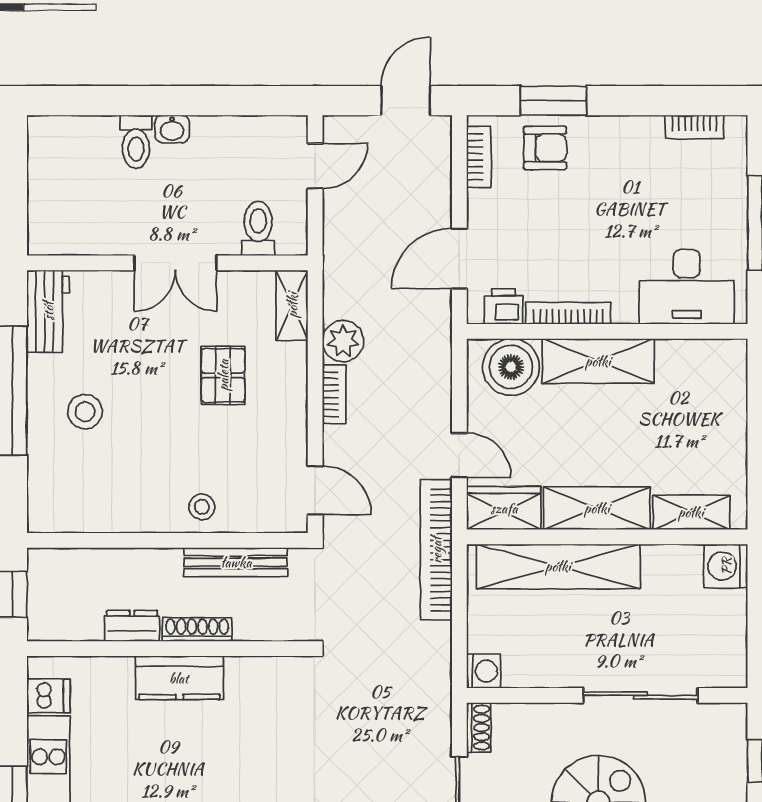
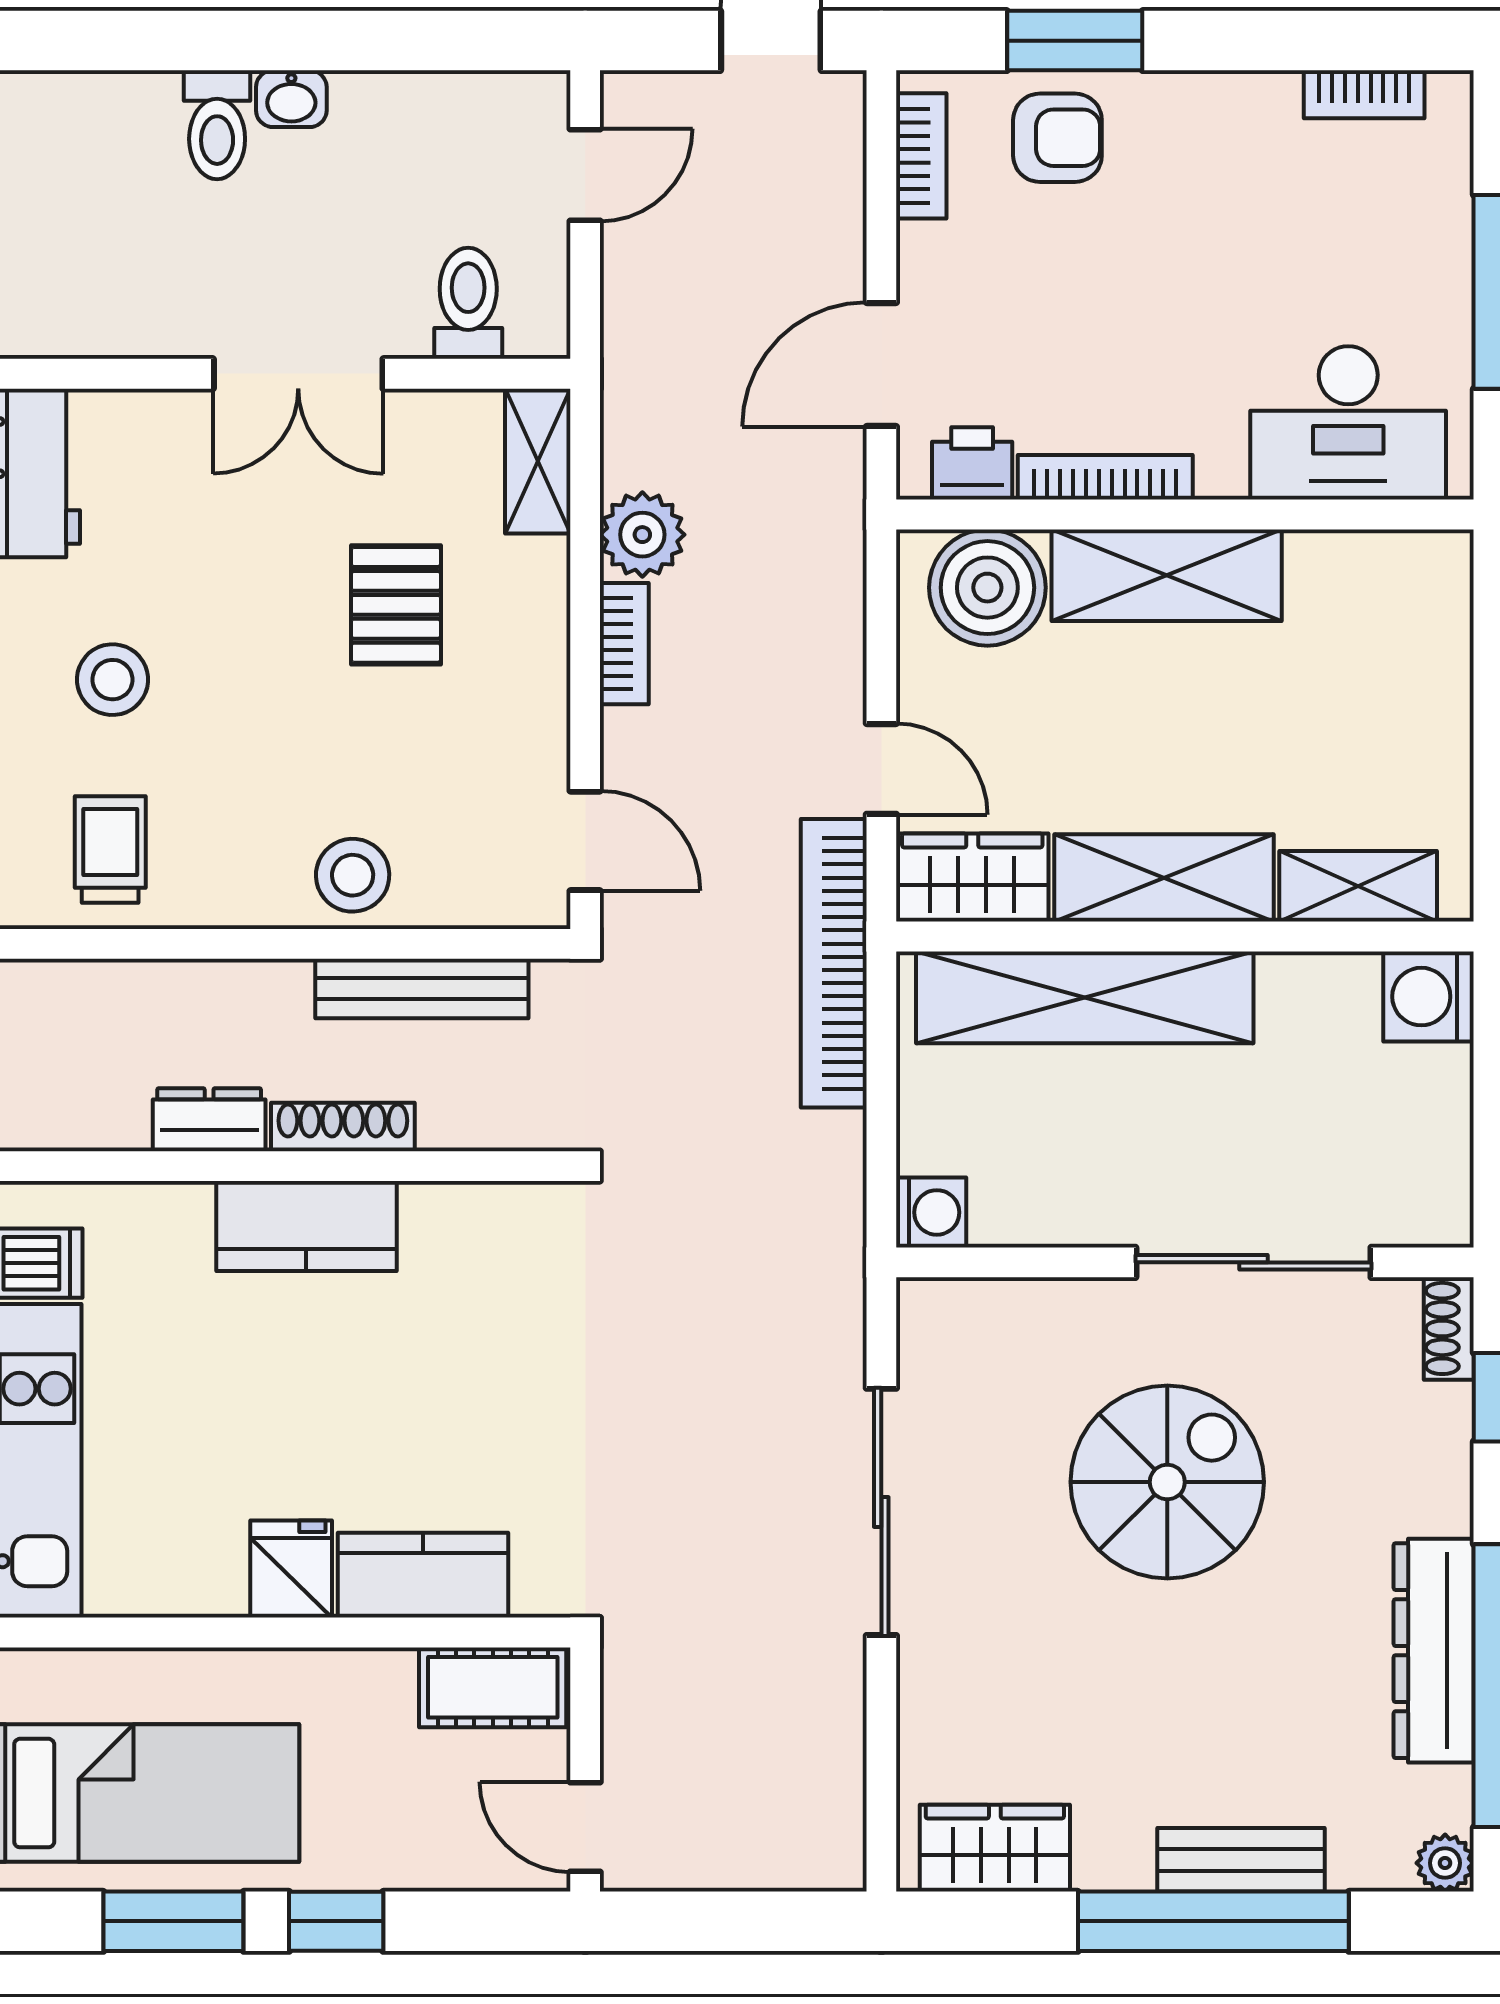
trolley: (84, 494) -> (110, 849), added
stool: (202, 507) -> (353, 875), width x1.37, depth x1.37
shoe rack: (479, 728) -> (1449, 1328), moved, turned 180

